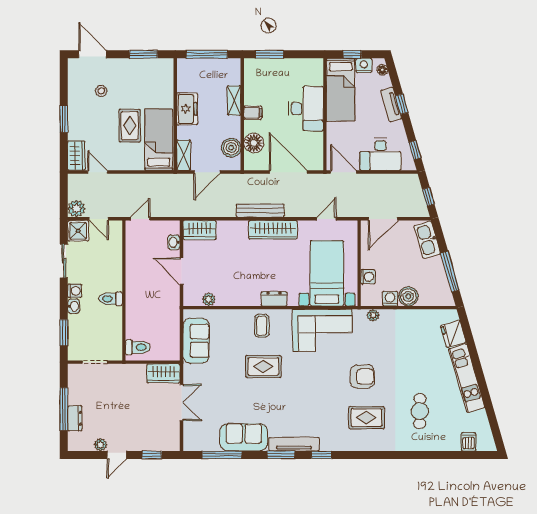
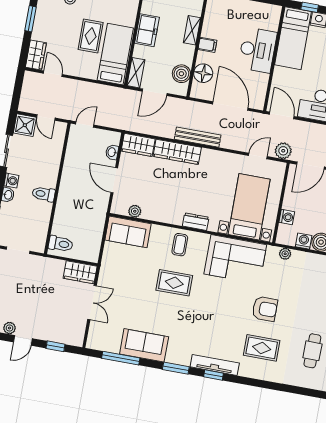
plant: (76, 209) -> (283, 151), moved
wardrobe: (273, 230) -> (177, 152), moved
sofa: (196, 341) -> (128, 232), moved, turned 90
tv unit: (294, 444) -> (215, 365), moved

